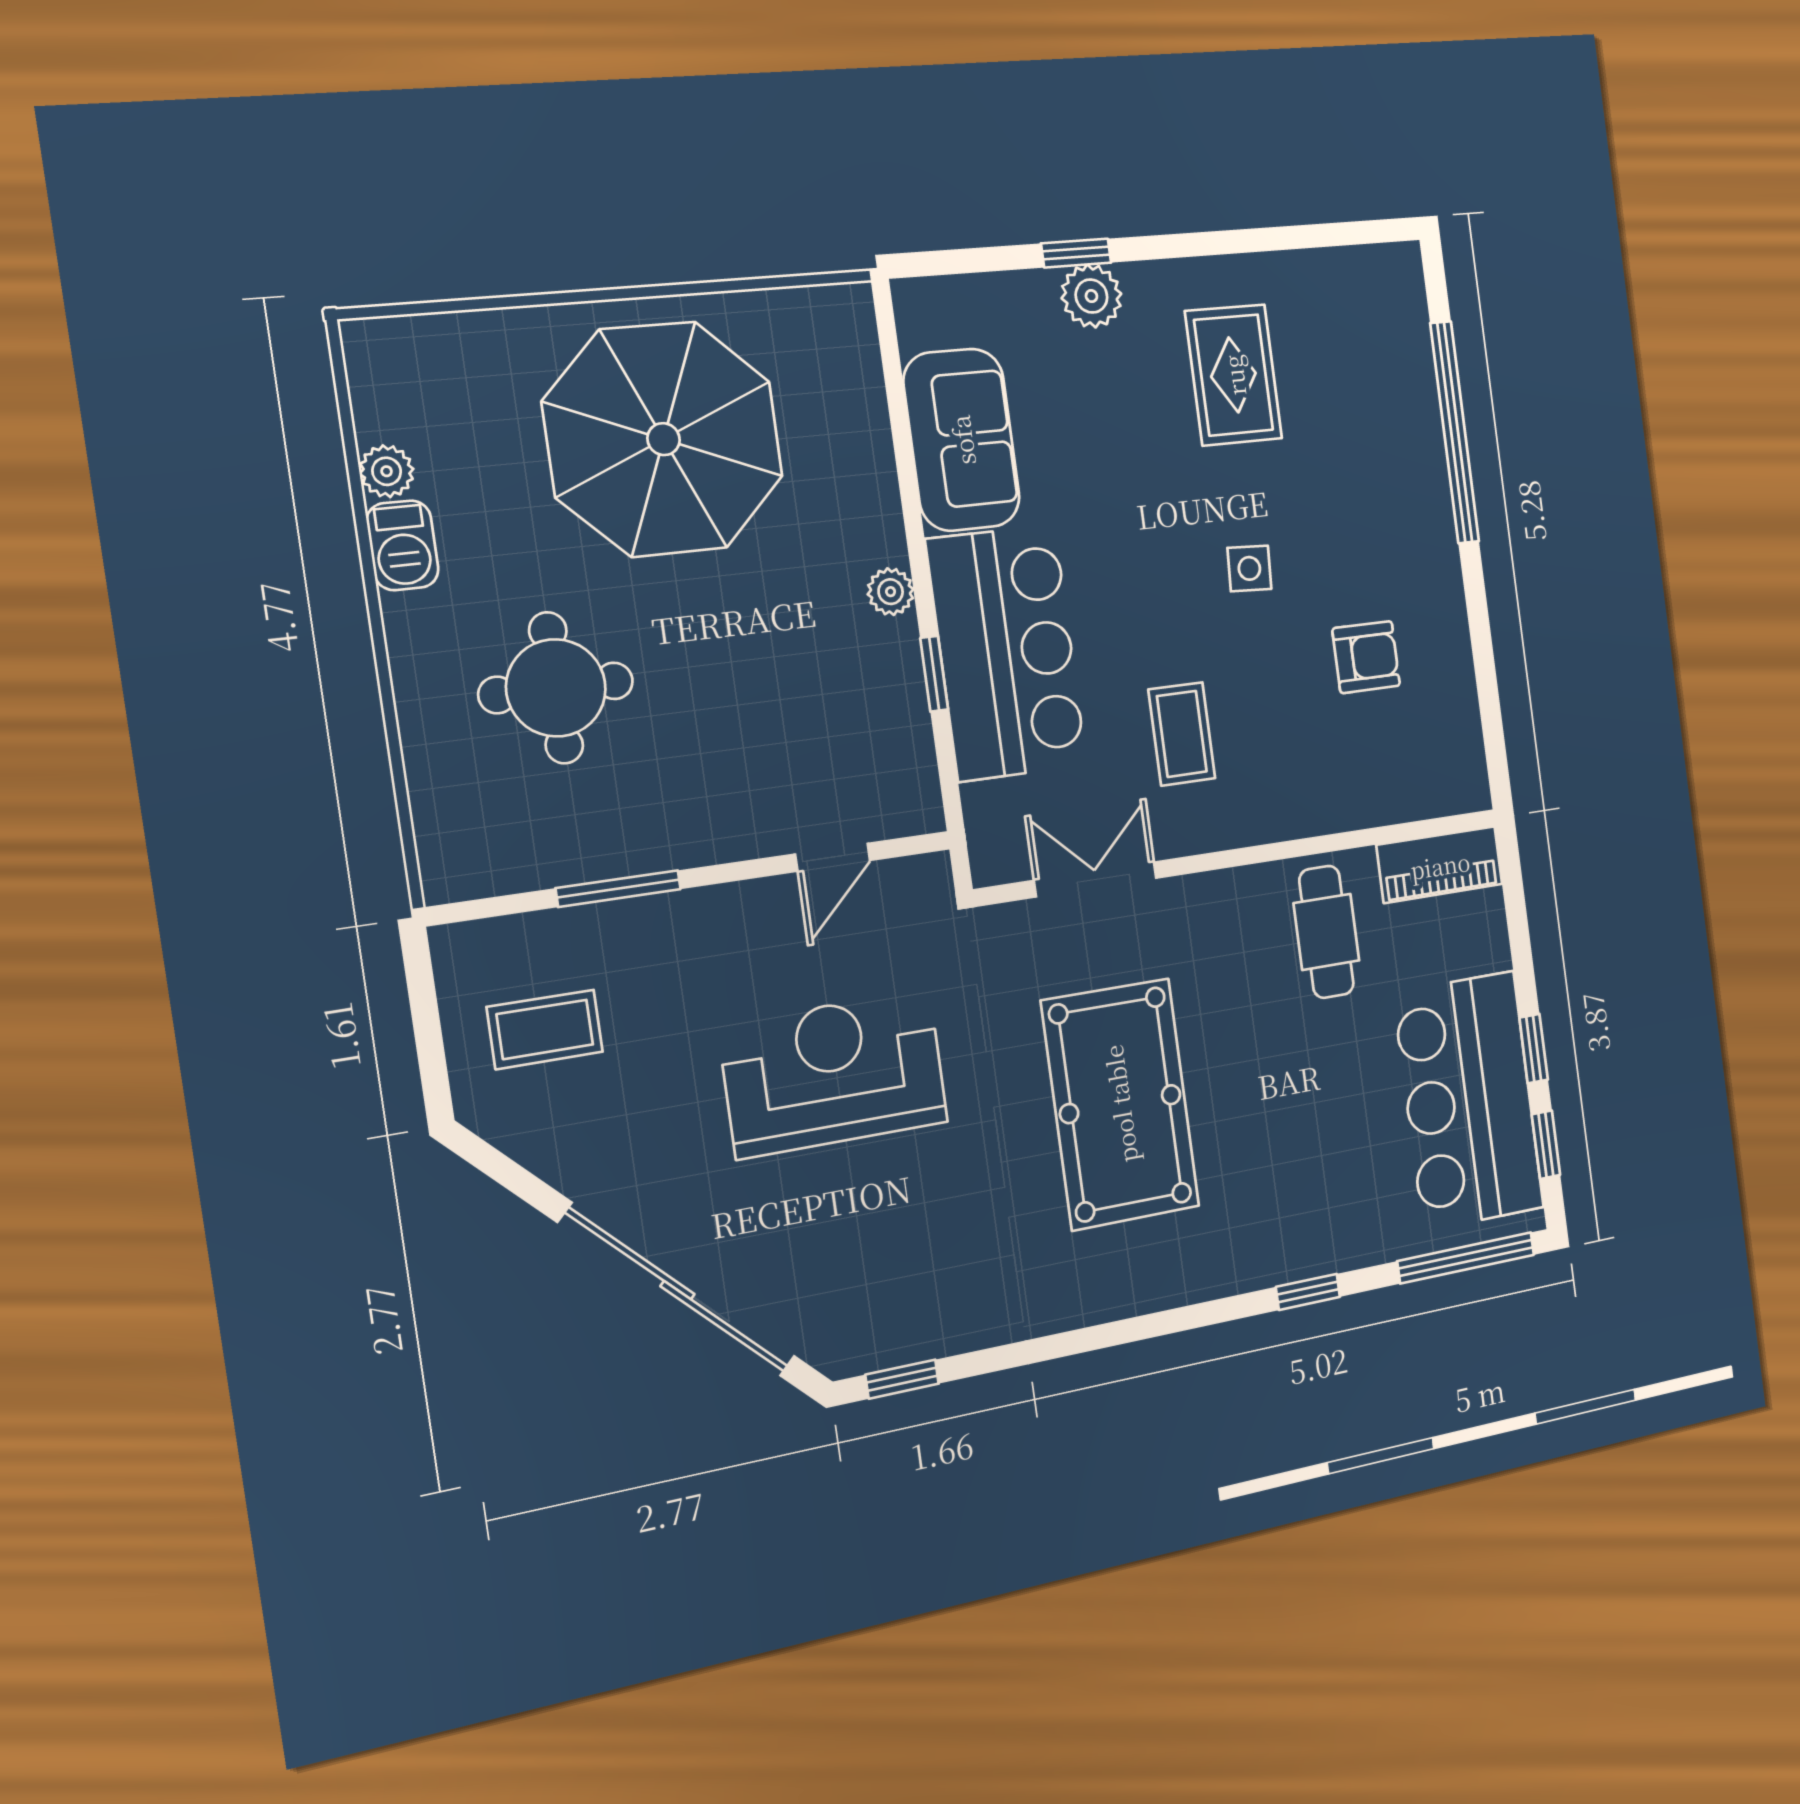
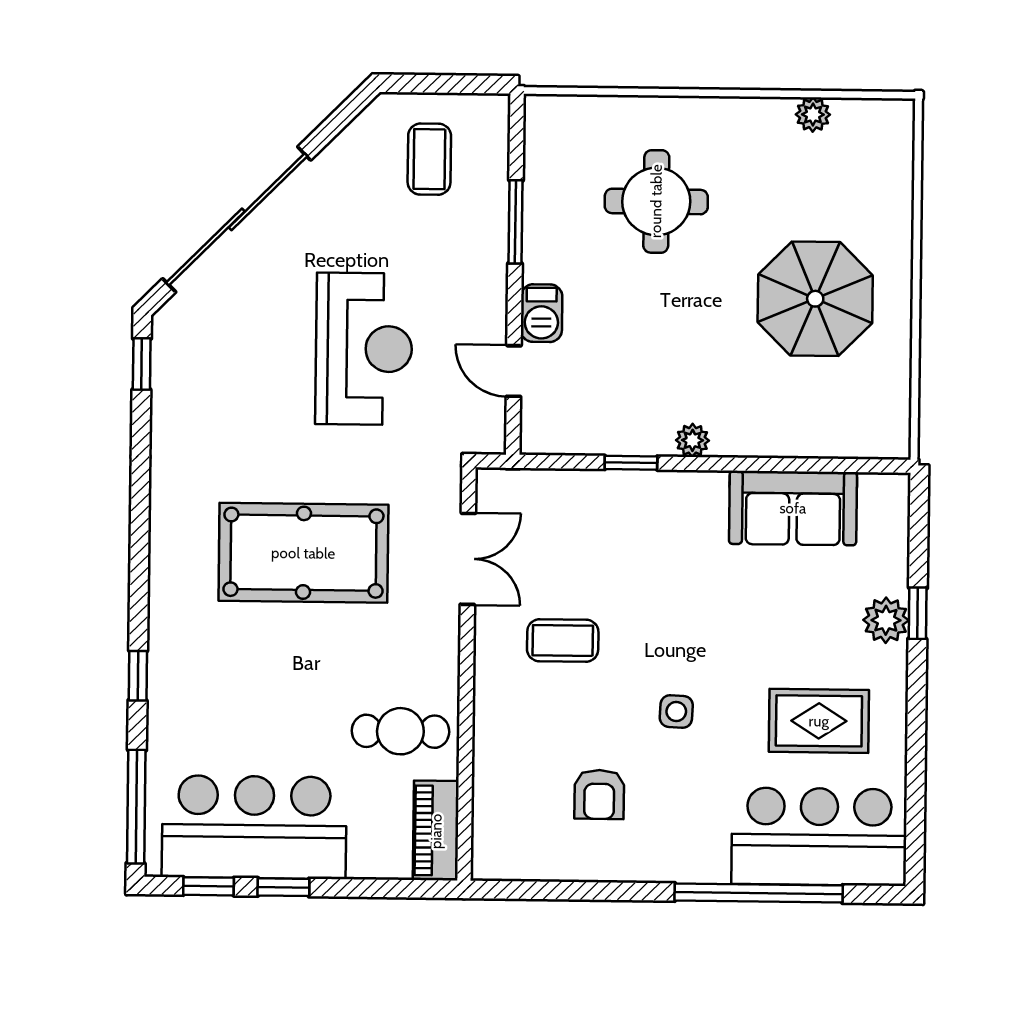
parasol: (663, 439) -> (815, 299), width x0.73, depth x0.73
barbecue: (403, 545) -> (541, 313), moved, turned -90
bar counter: (1007, 653) -> (819, 837), moved, turned 180

